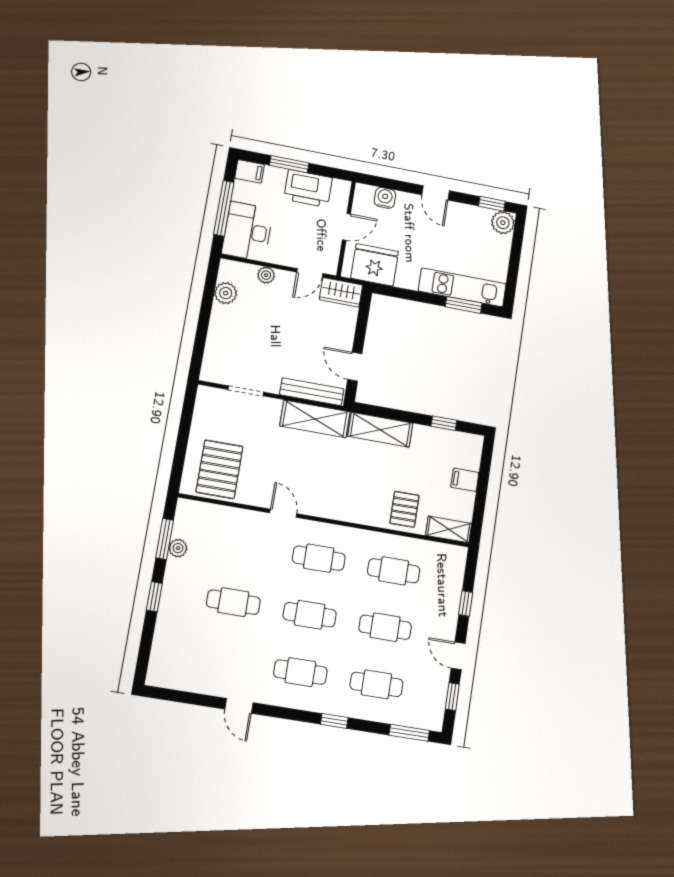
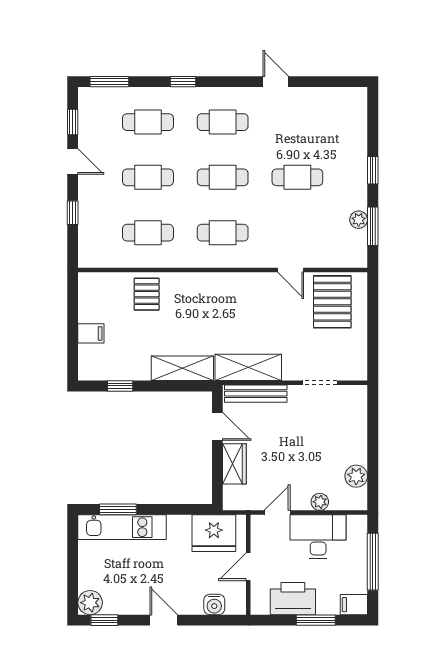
desk: (247, 231) -> (318, 537), moved, turned -90
wardrobe: (341, 292) -> (234, 464), moved, turned 90
door: (283, 513) -> (291, 270), moved
shelving: (449, 529) -> (100, 282), removed

